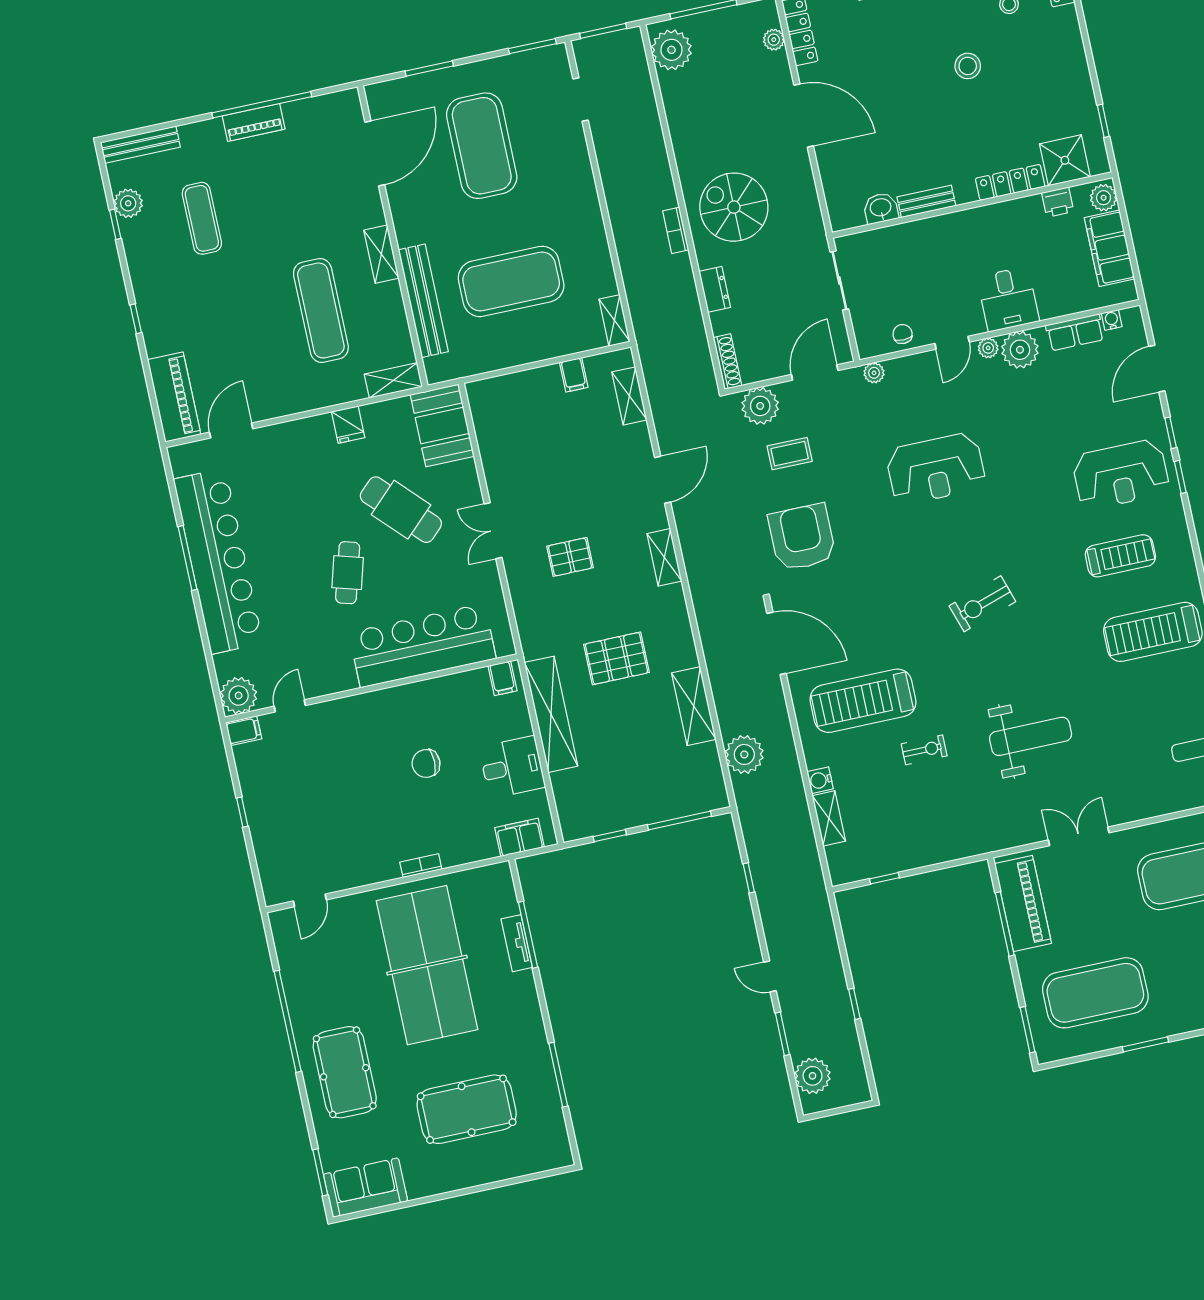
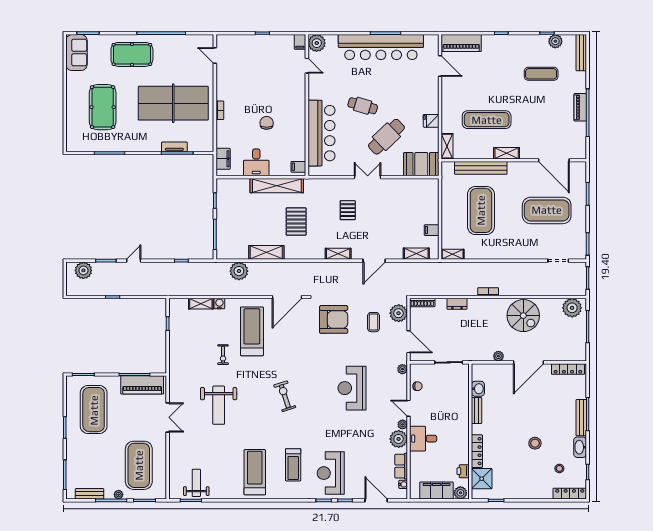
plant: (774, 40) -> (498, 356), moved
spiral stairs: (734, 207) -> (523, 316), moved, turned 90
door: (663, 480) -> (374, 261), hinge flipped

